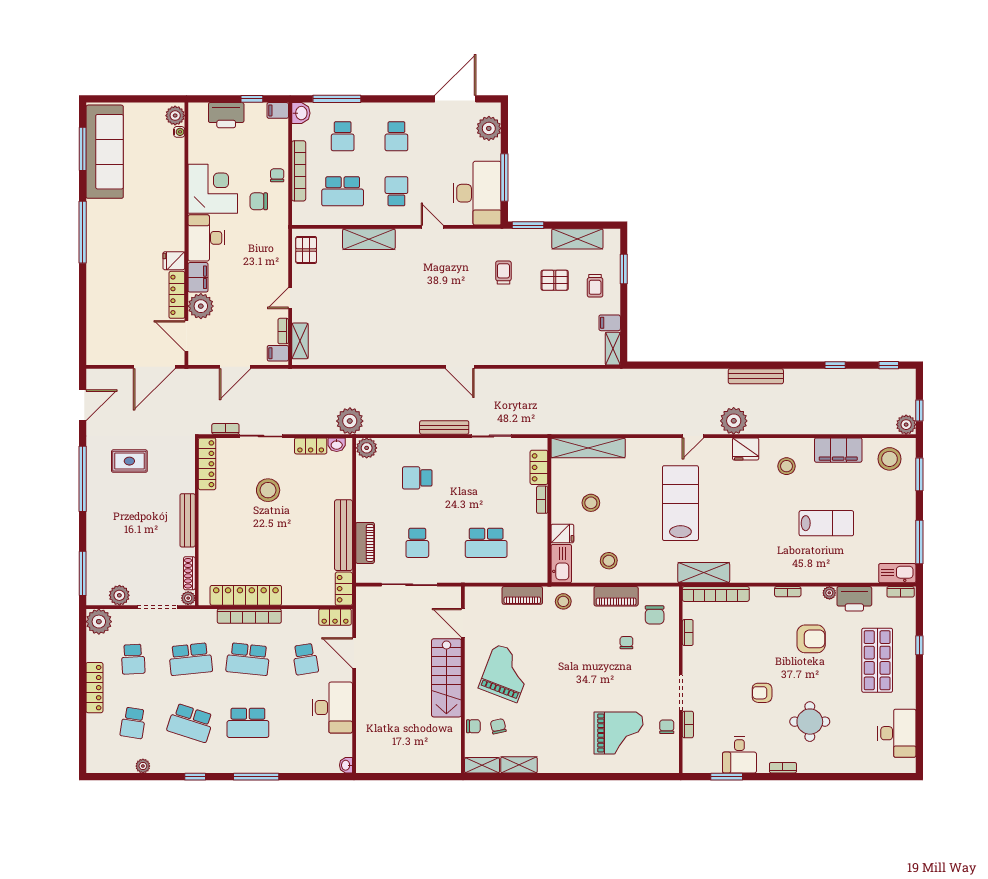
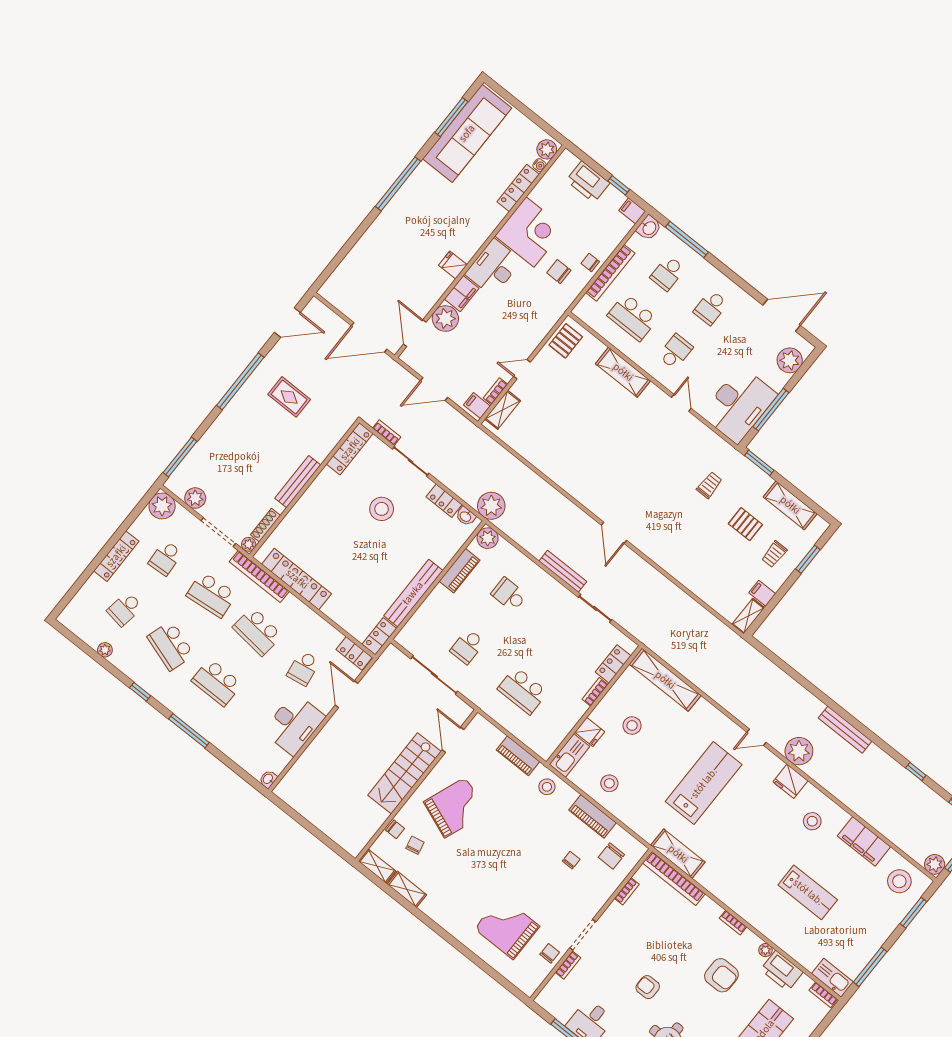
chair: (277, 175) -> (590, 263), turned -90
locker: (177, 295) -> (518, 188), moved
piano: (365, 543) -> (459, 571), moved
bookcase: (249, 616) -> (259, 577), moved
grand piano: (618, 733) -> (507, 927), turned 180

